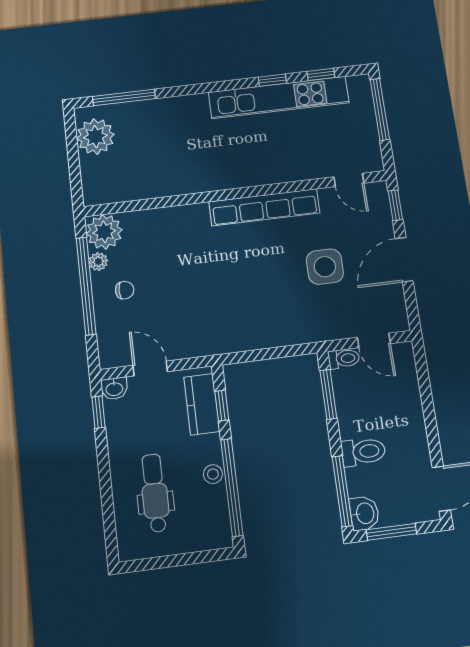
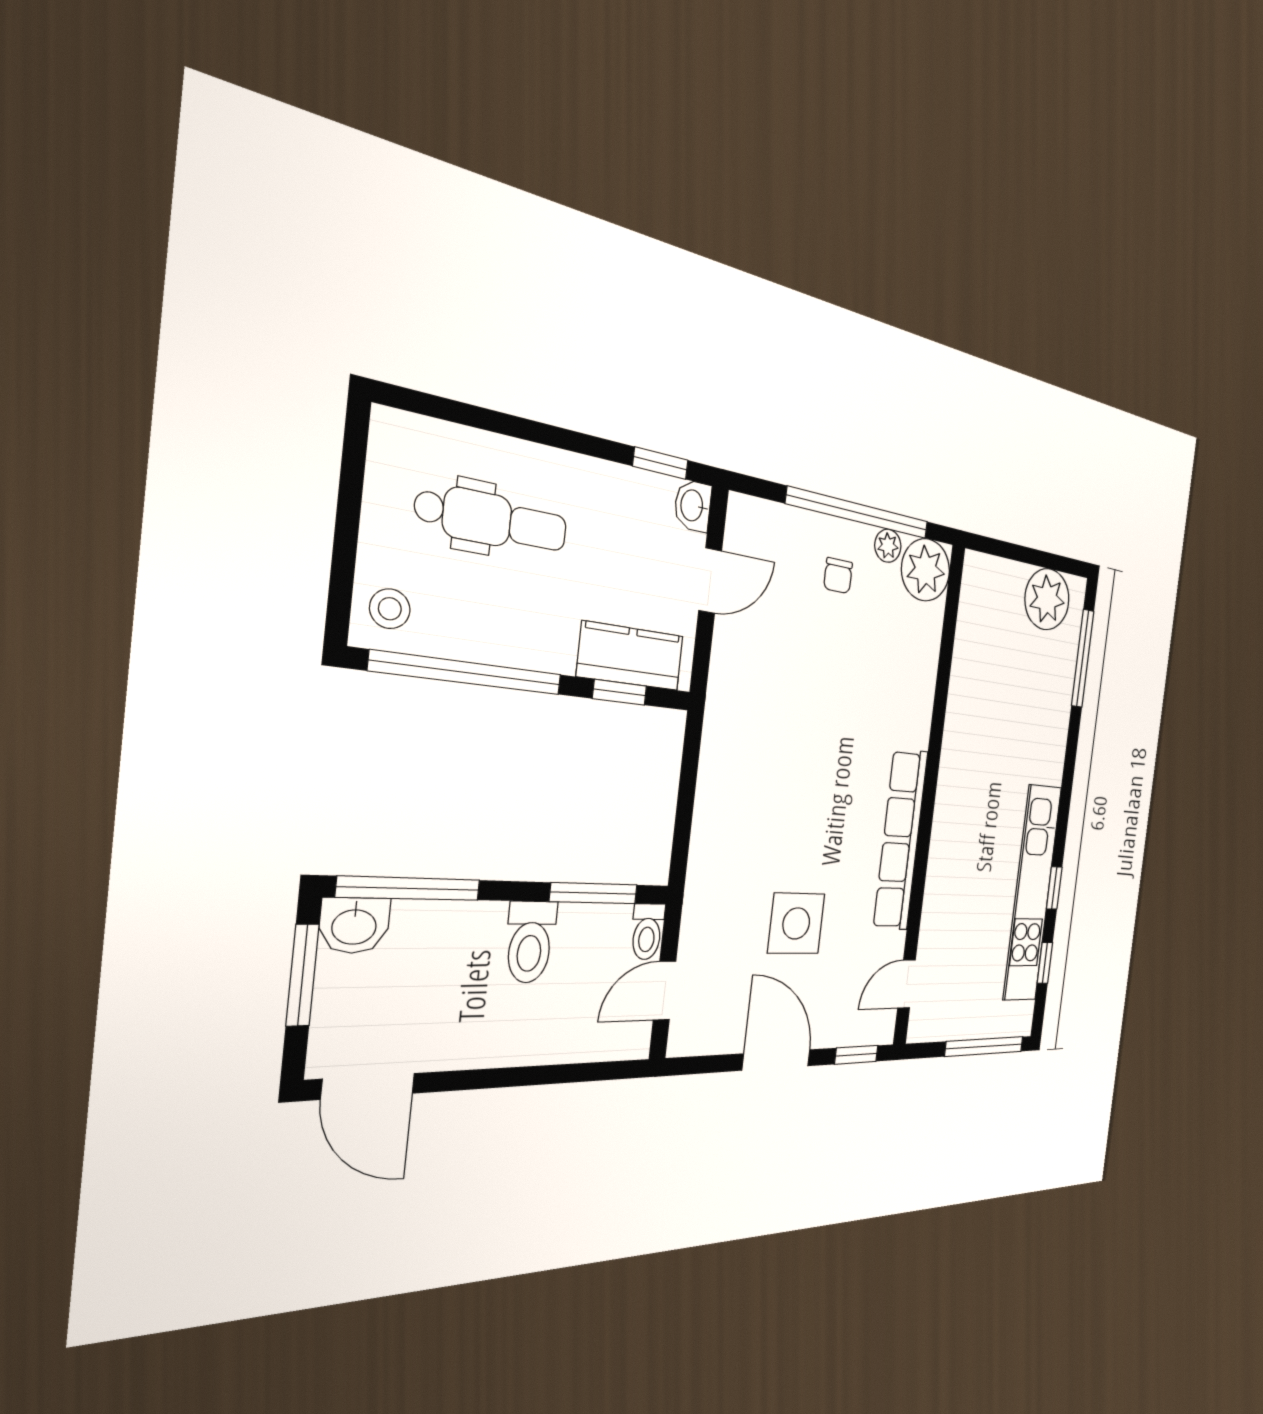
toilet: (363, 452) -> (530, 942), moved
stool: (213, 474) -> (390, 609), moved

